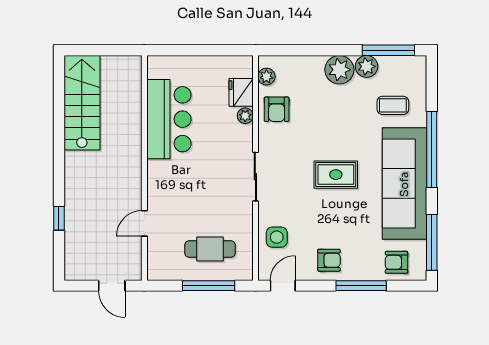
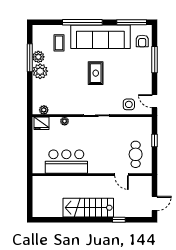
window: (388, 50) -> (30, 58), moved
fridge: (241, 92) -> (41, 123), moved
stairs: (82, 103) -> (88, 208), moved
armchair: (277, 109) -> (61, 104), removed
cafe table: (210, 249) -> (136, 154), moved
armchair: (329, 260) -> (141, 77), removed
door: (112, 286) -> (155, 204), moved
window: (209, 286) -> (155, 141), width x0.46

